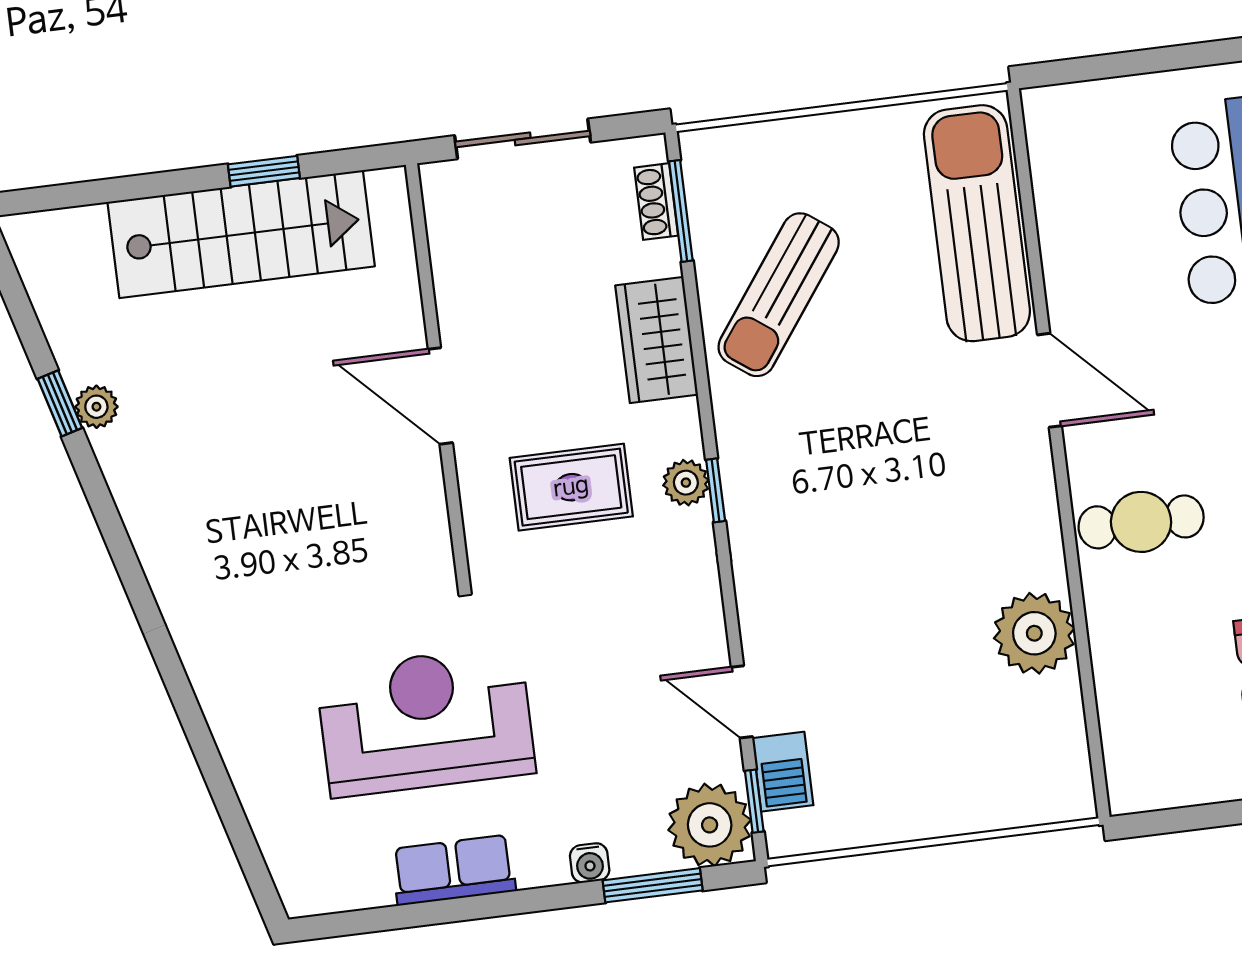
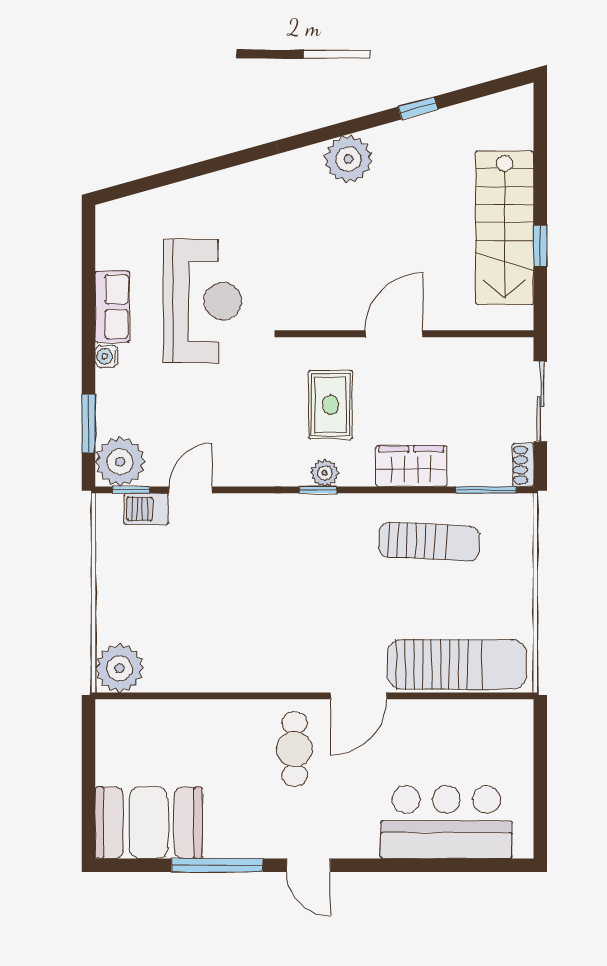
shoe rack: (656, 202) -> (523, 465), moved, turned -90
sun lounger: (779, 295) -> (429, 542), turned 147
plant: (96, 407) -> (348, 159), moved, width x1.88, depth x1.88
cafe table: (1141, 522) -> (295, 749), moved
plant: (1034, 633) -> (120, 668), moved
water cooler: (590, 863) -> (106, 356), moved

